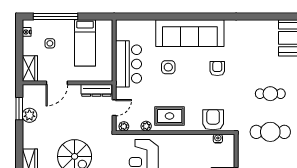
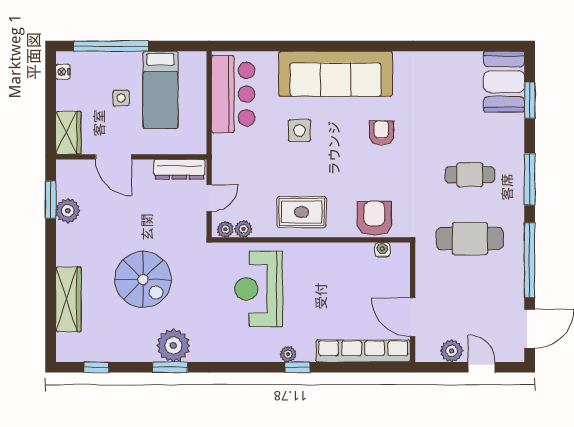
side table: (50, 43) -> (121, 98), moved
bar counter: (129, 64) -> (233, 94), moved
door: (57, 83) -> (114, 157), hinge flipped
plant: (146, 126) -> (243, 229), moved

